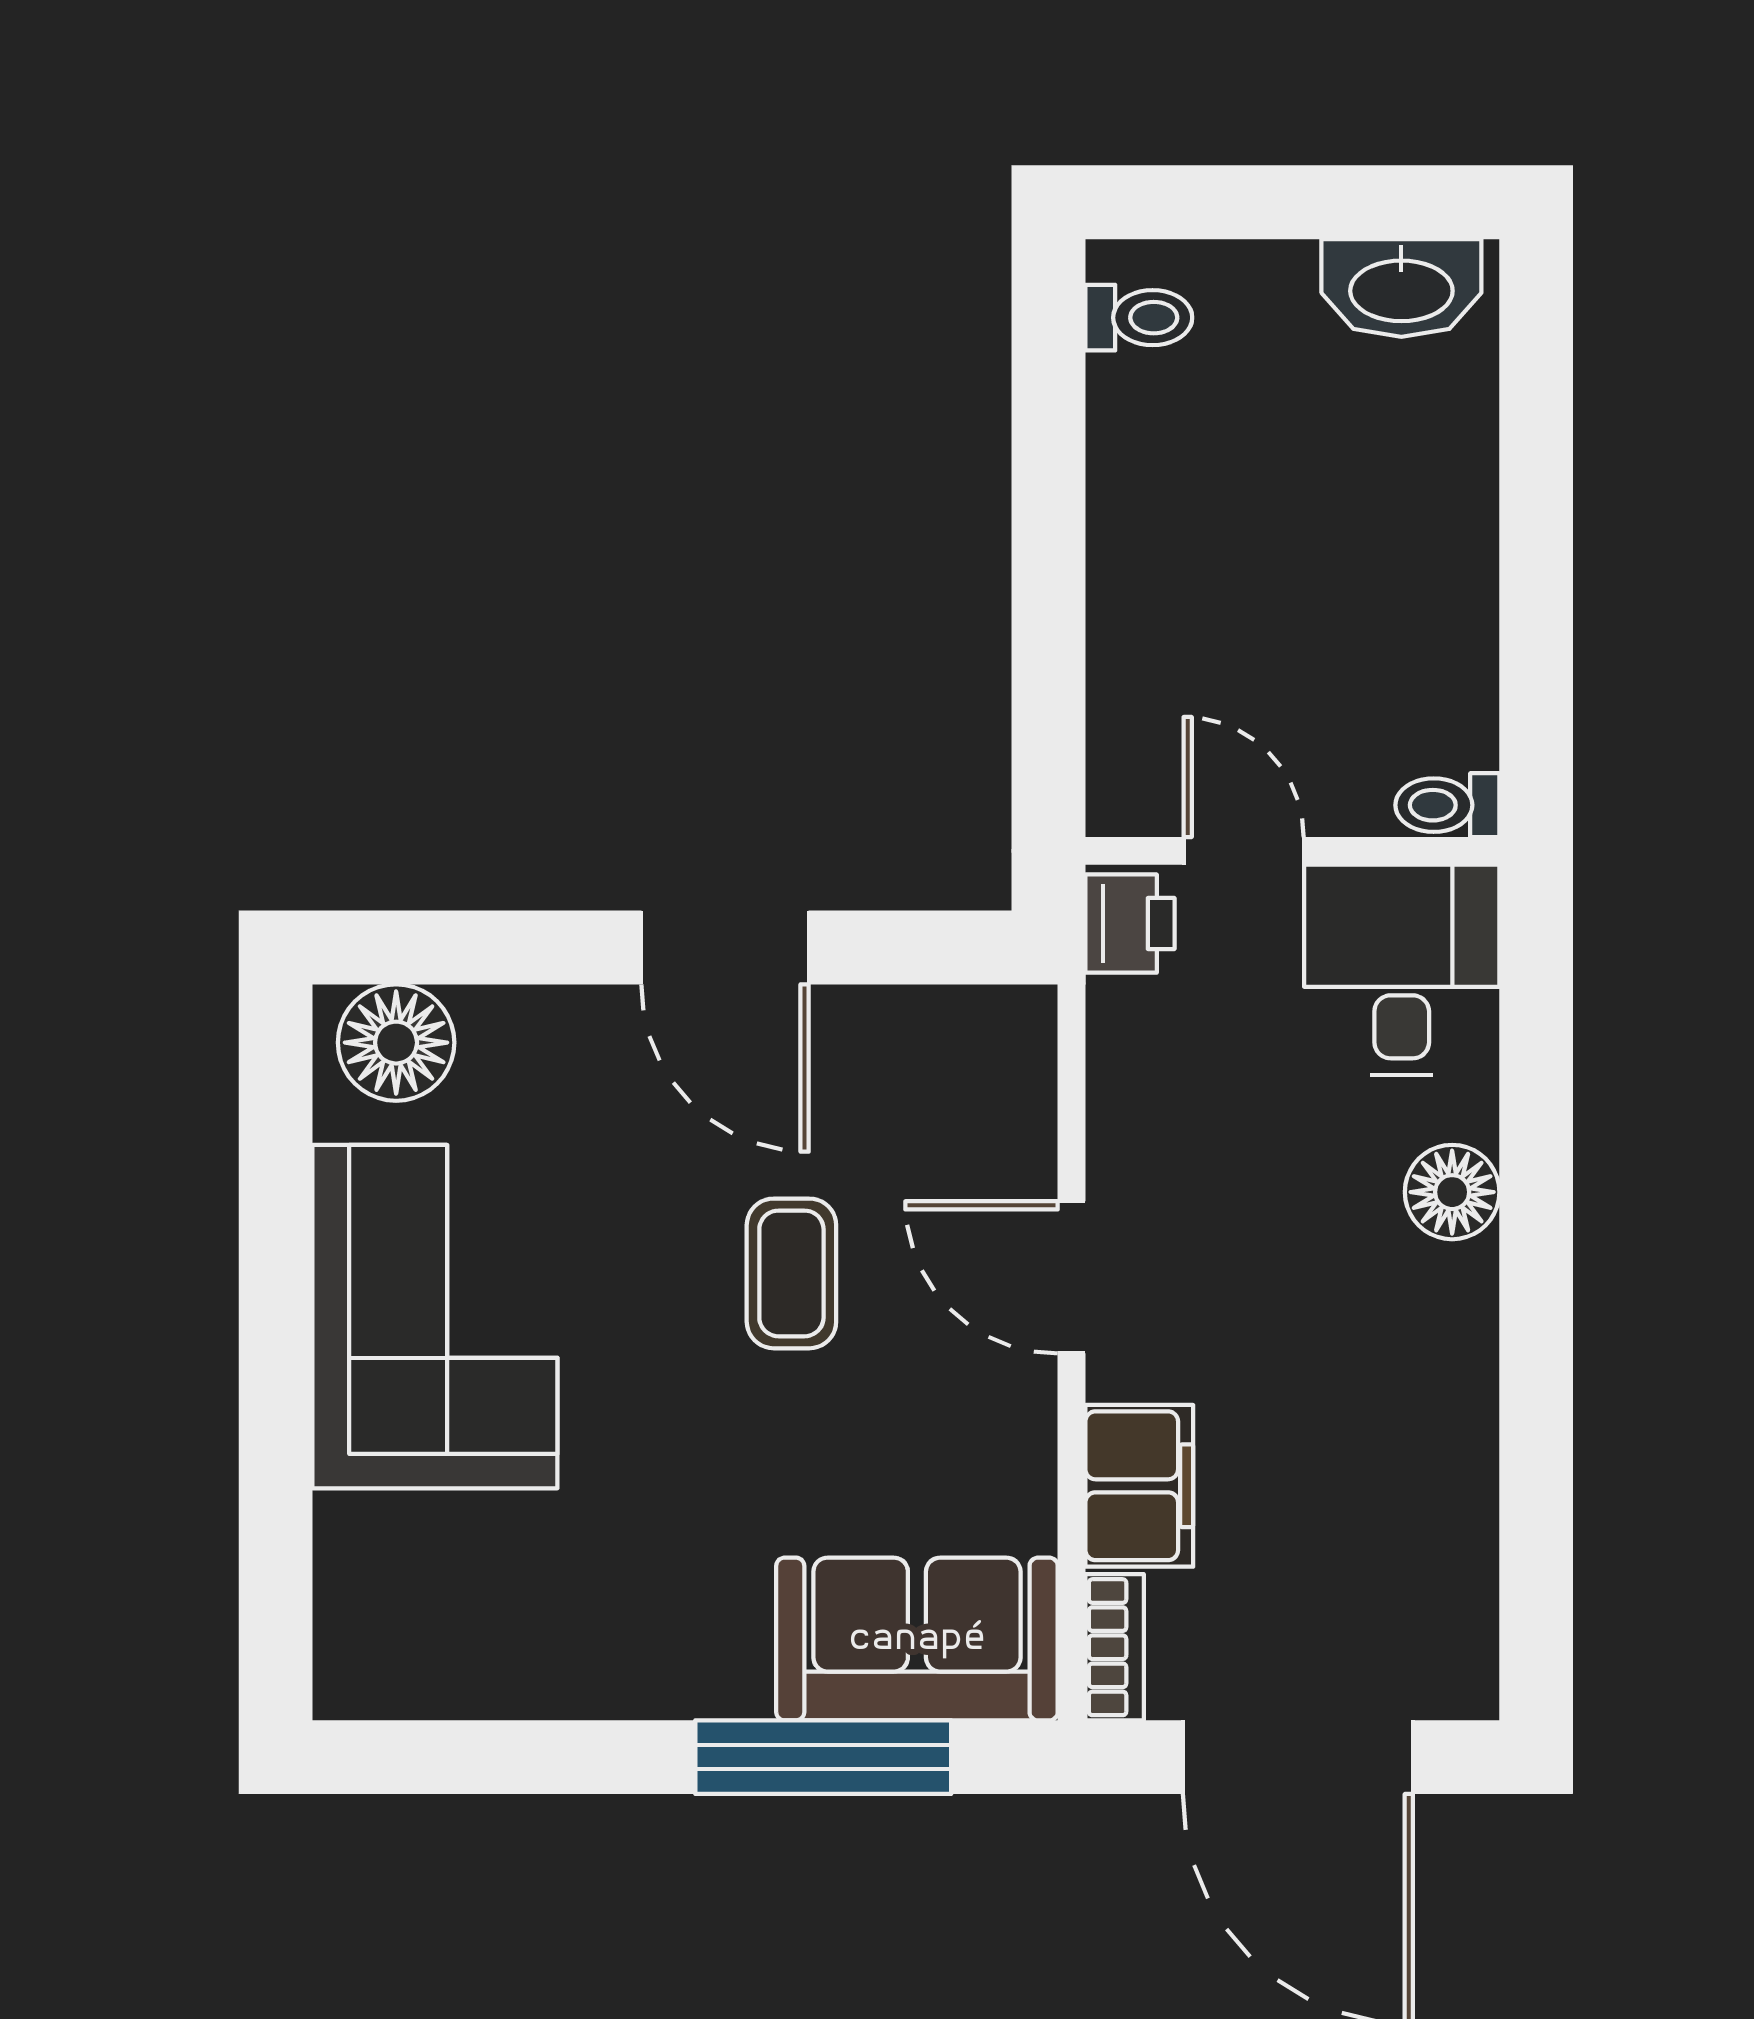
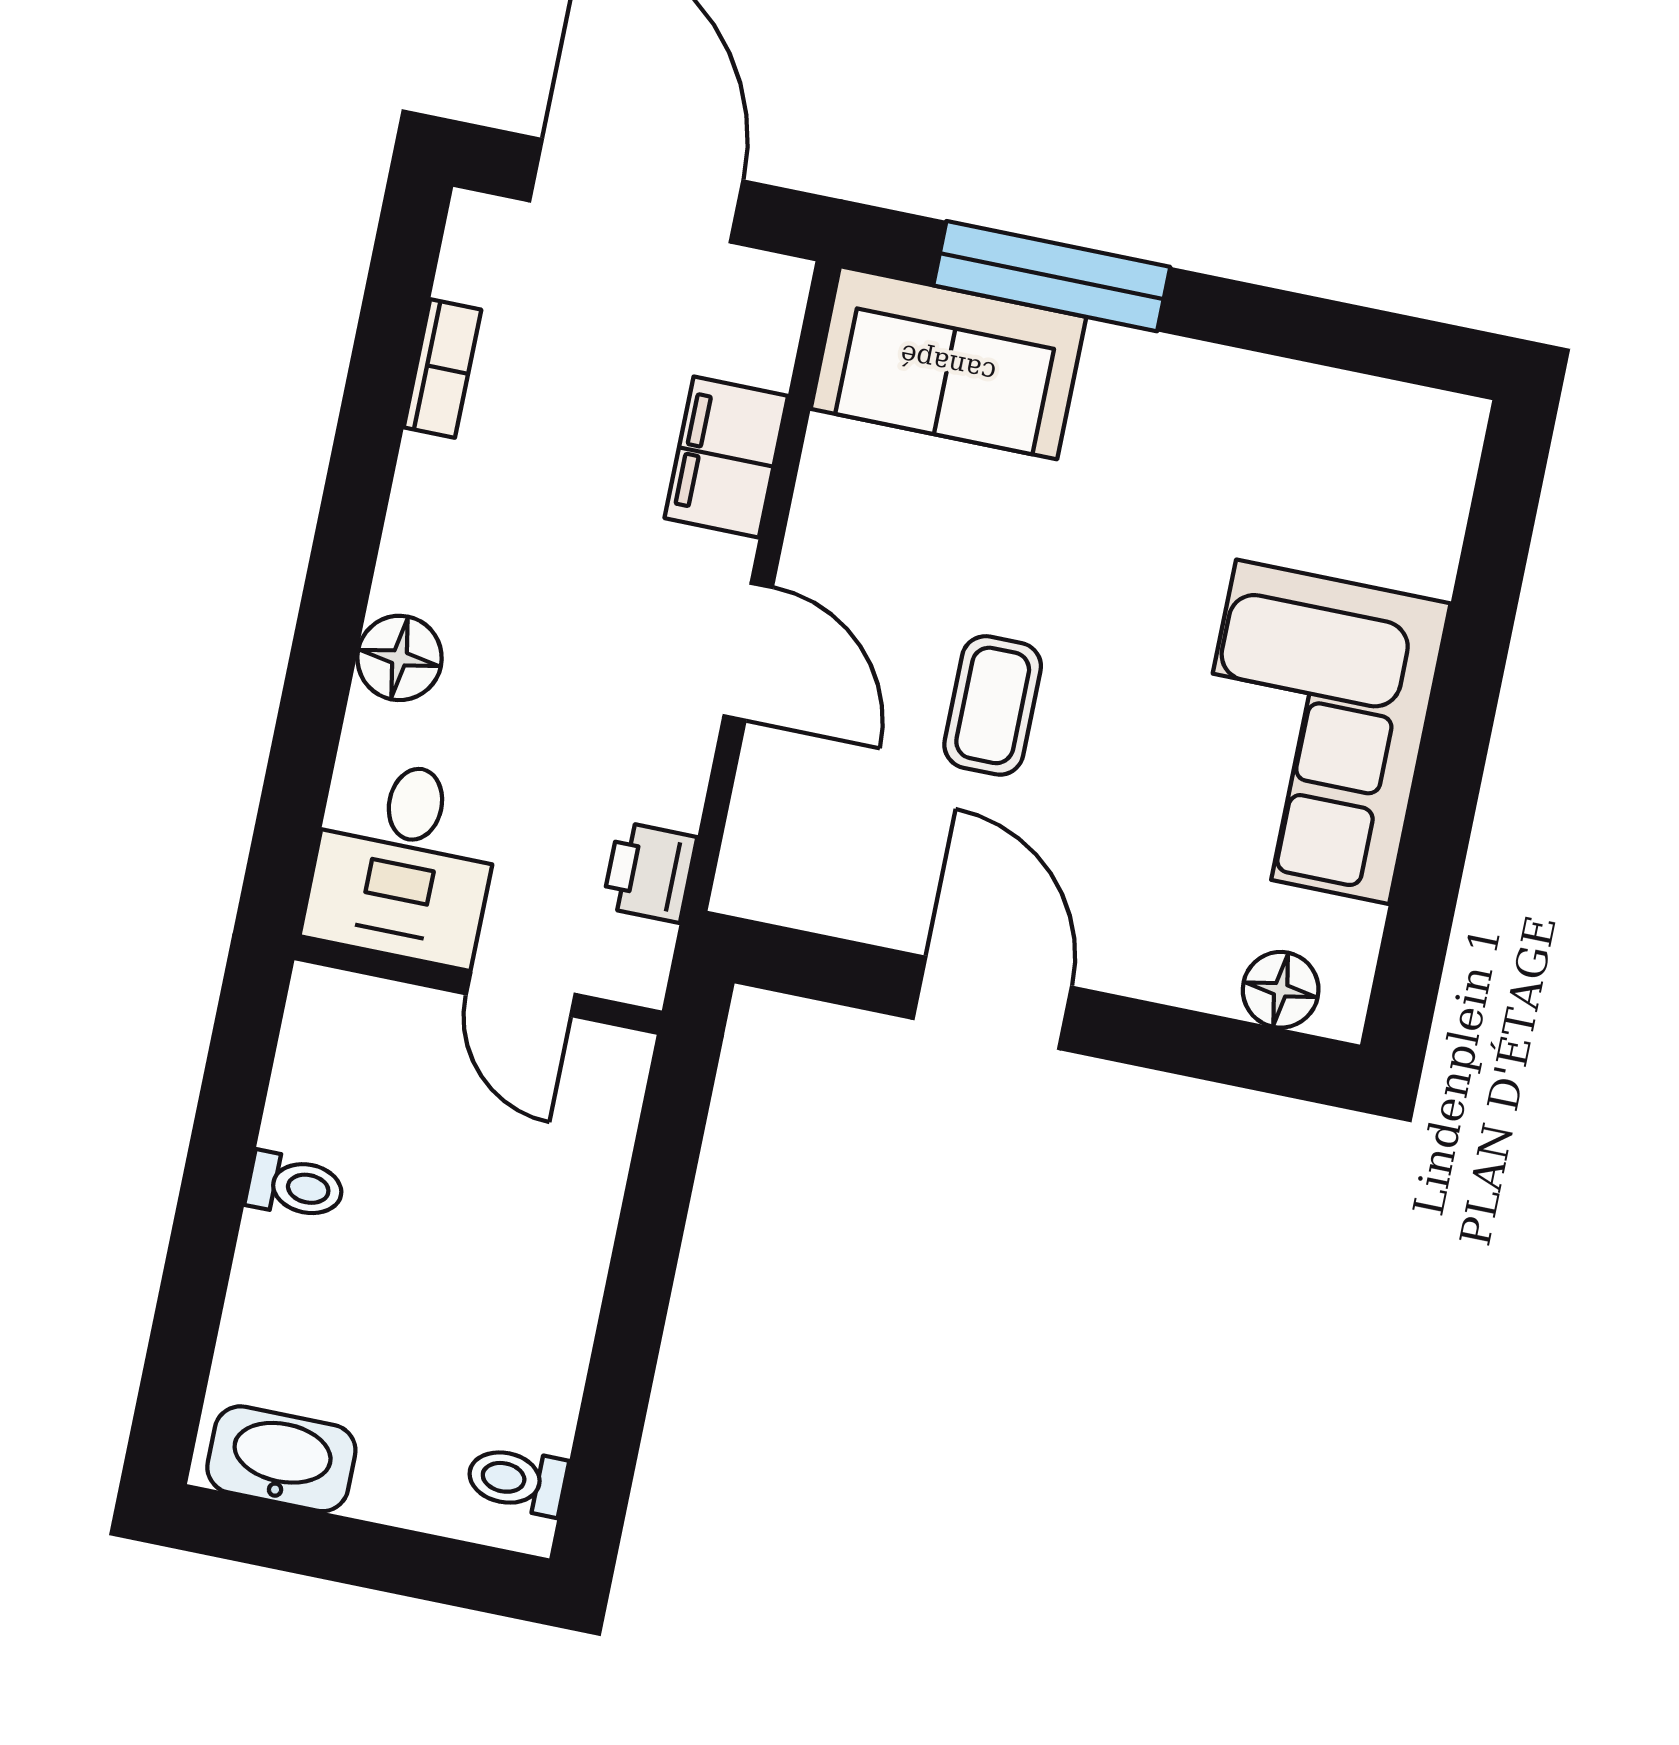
toilet: (1447, 805) -> (295, 1186), moved
printer: (1130, 924) -> (650, 872), moved
floor lamp: (396, 1043) -> (1281, 990), width x0.73, depth x0.73
bookcase: (1115, 1647) -> (443, 369), moved, turned 180

